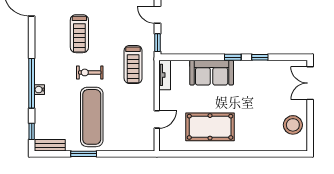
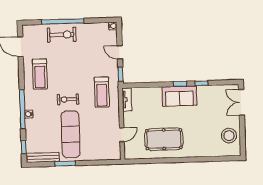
treadmill: (79, 34) -> (40, 74), moved
sofa: (212, 73) -> (179, 96), moved
bench: (50, 145) -> (43, 157), width x1.36

